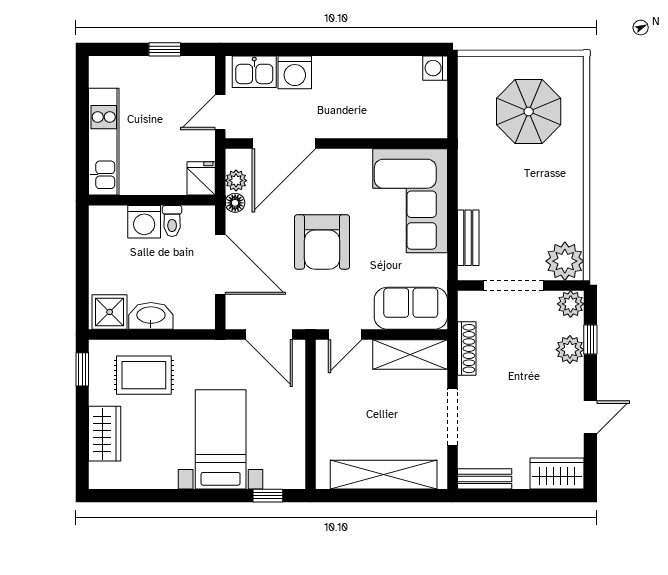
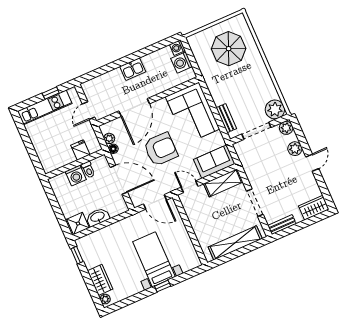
kitchen sink: (254, 72) -> (133, 69), moved
washing machine: (295, 72) -> (182, 62), moved, turned 90
kitchen unit: (104, 142) -> (45, 107), moved, turned 90
door: (284, 144) -> (134, 107), moved
fridge: (201, 178) -> (80, 150), moved
armchair: (322, 242) -> (161, 149), turned -90
door: (345, 334) -> (190, 187), swing flipped
window: (590, 339) -> (302, 140), removed
shoe rack: (467, 349) -> (248, 169), removed
rug: (144, 375) -> (106, 245), removed
door: (590, 417) -> (312, 163), moved
plant: (99, 473) -> (105, 299), added
window: (268, 496) -> (163, 286), moved

